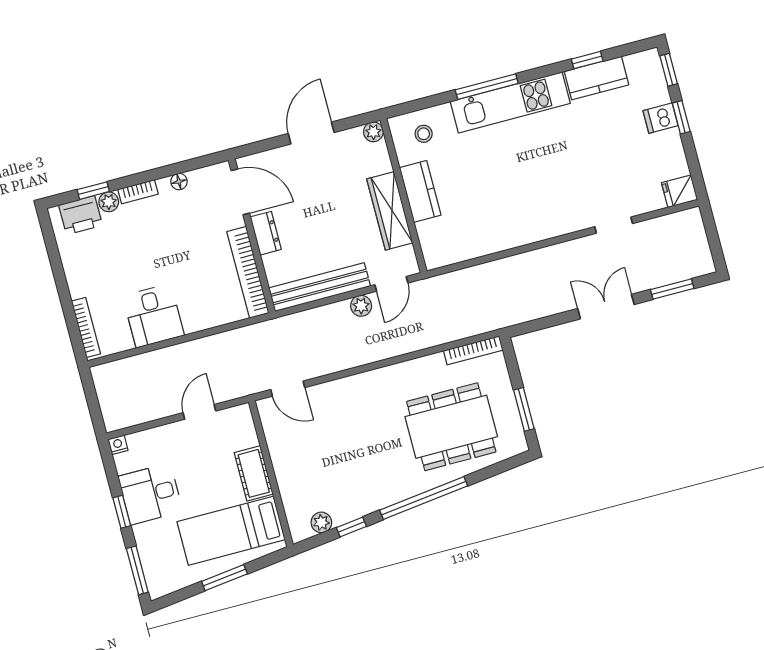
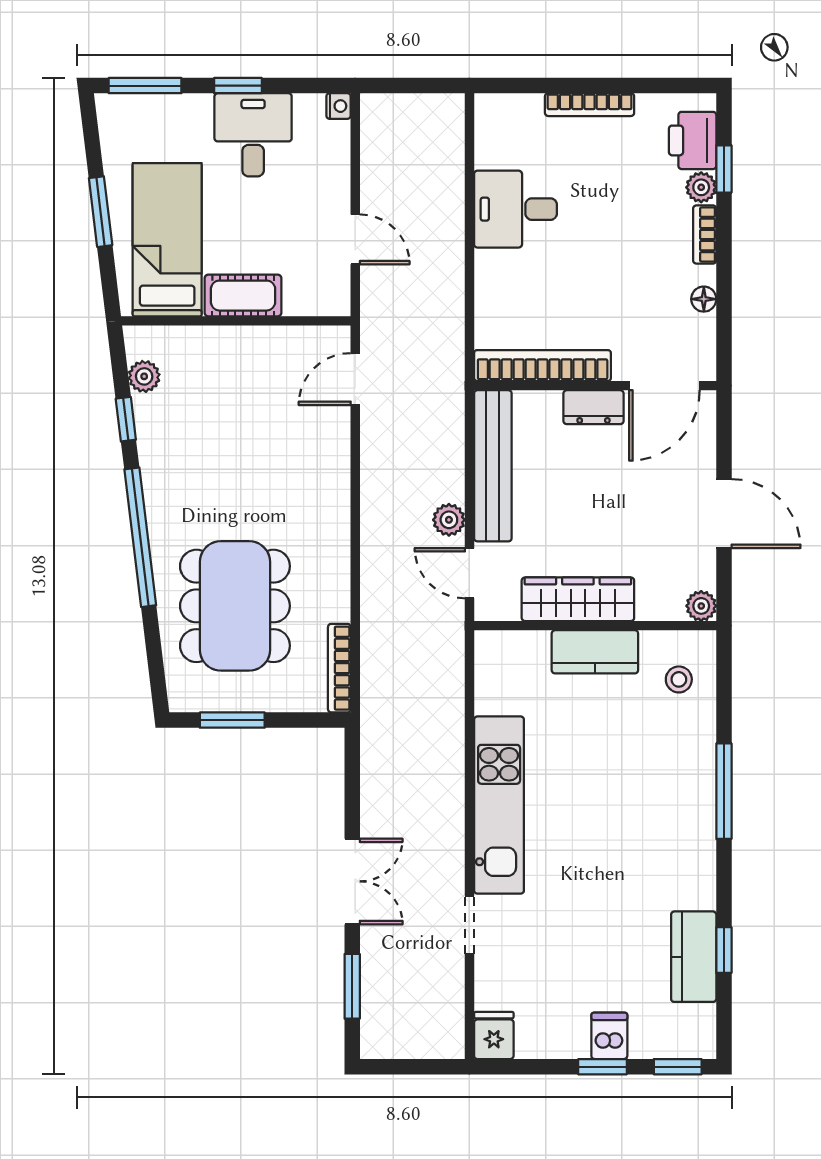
kitchen unit: (510, 102) -> (499, 805), moved, turned 180
bookcase: (86, 327) -> (590, 105), moved

